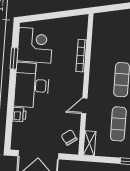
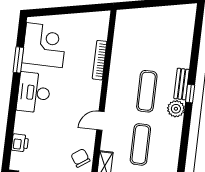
desk: (32, 85) -> (34, 93), width x0.73, depth x0.77
printer: (19, 115) -> (20, 143), moved

